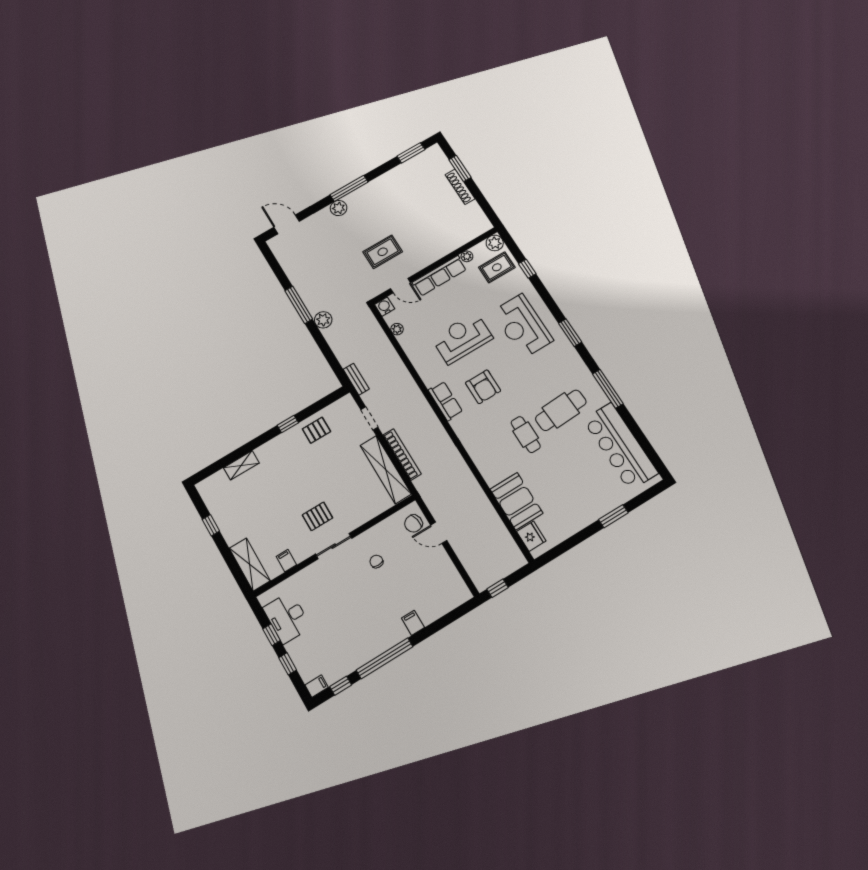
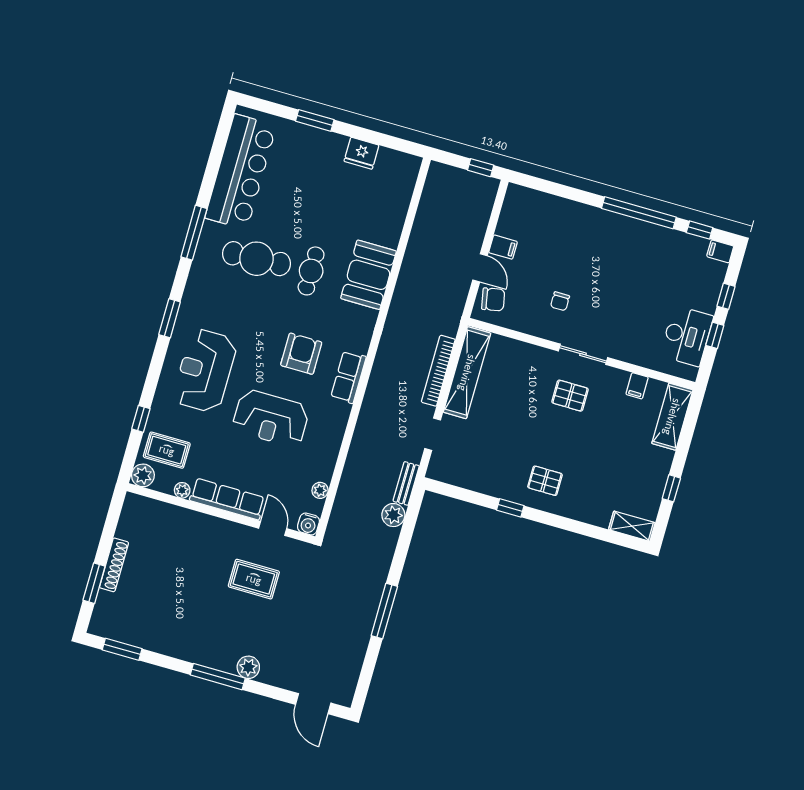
plant: (323, 320) -> (393, 515), moved
reception desk: (522, 326) -> (205, 371), turned 180
pallet: (316, 430) -> (545, 481), moved
shelving: (241, 465) -> (632, 526), moved
booth: (516, 501) -> (368, 275), moved
fridge: (531, 536) -> (361, 153), moved, turned -90
filing cabinet: (413, 623) -> (503, 247), moved, turned -90

